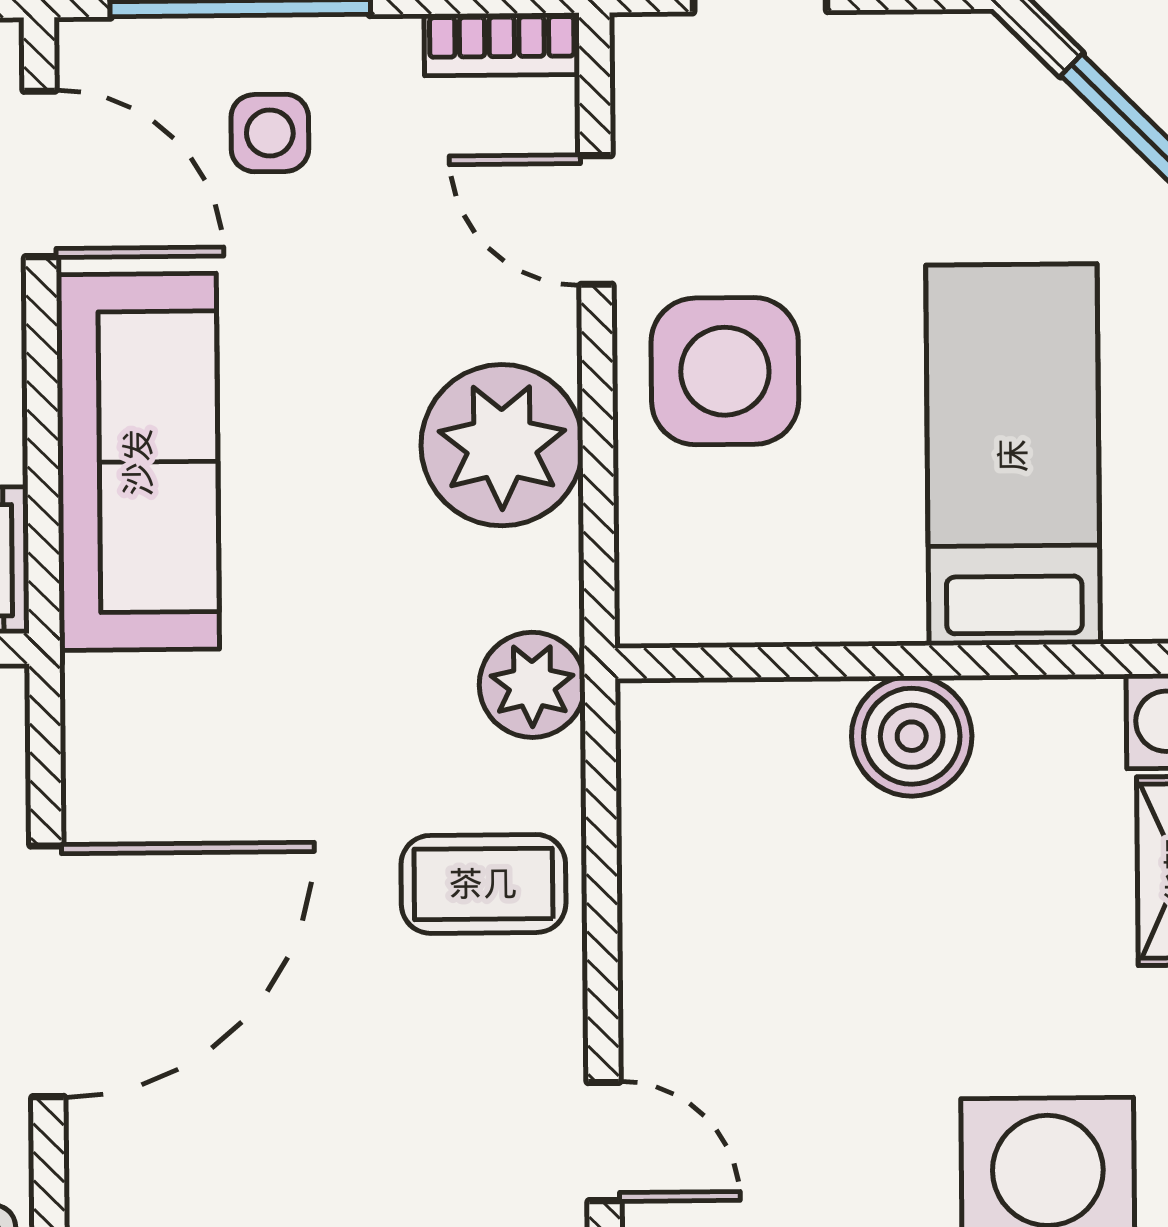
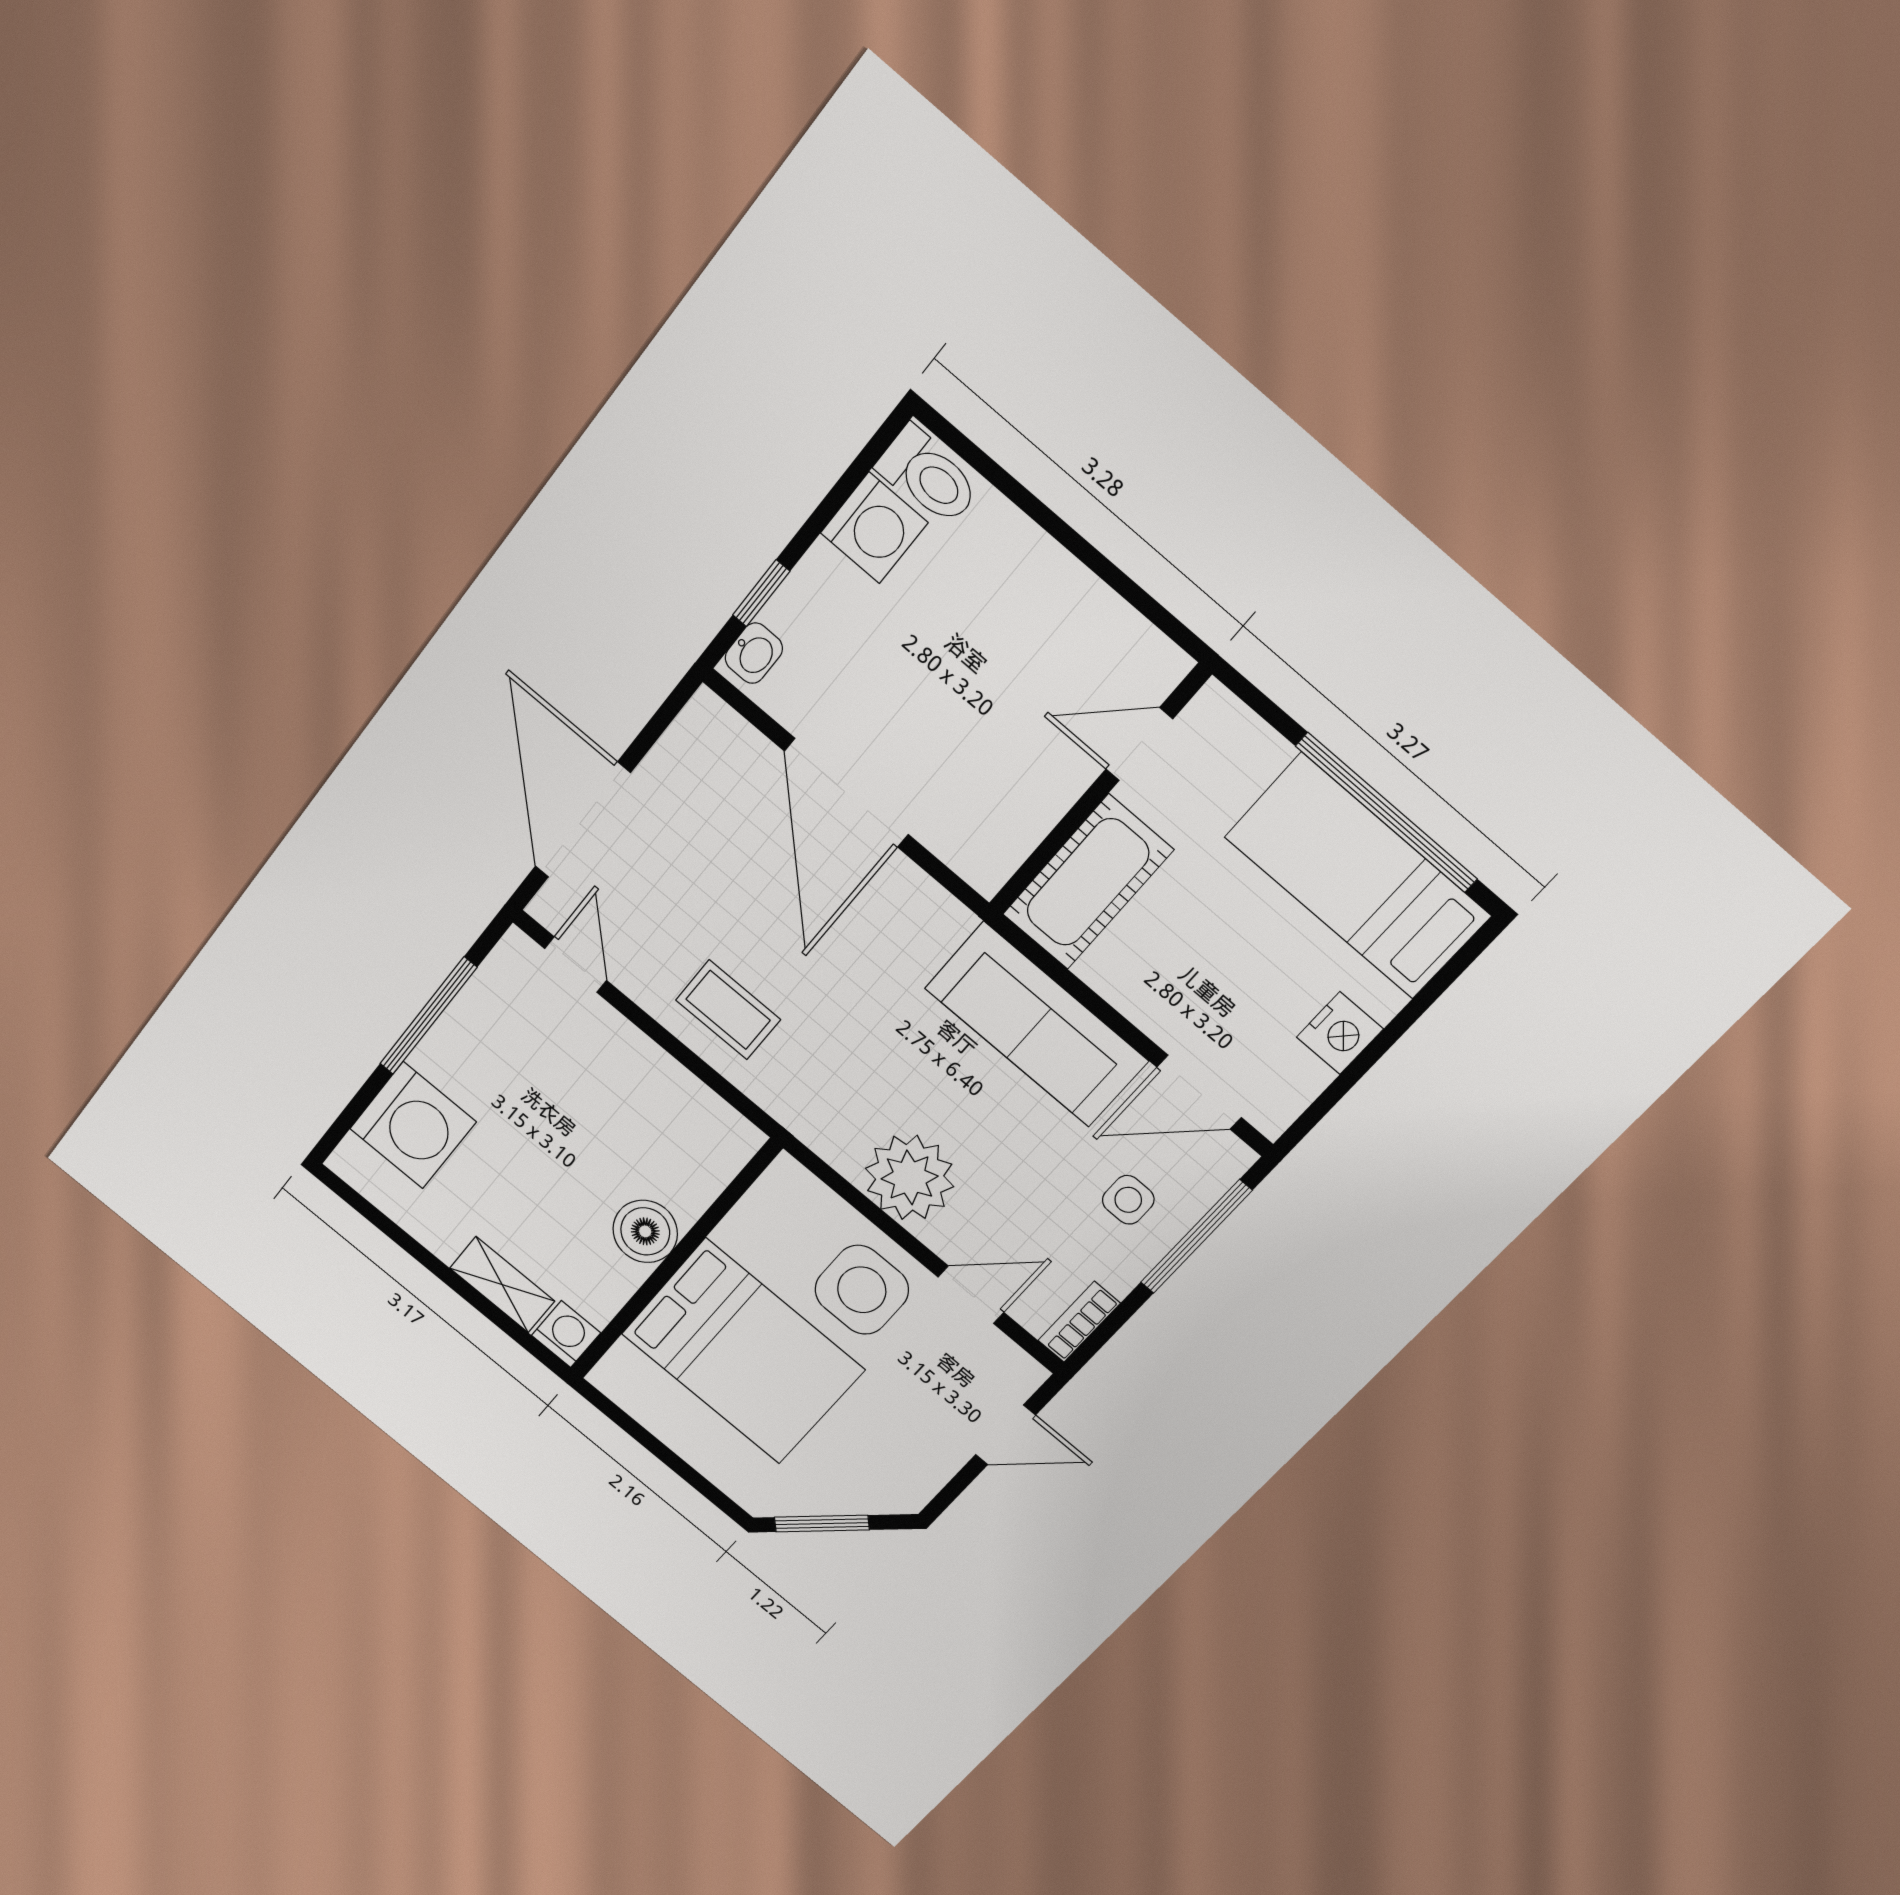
bed: (1013, 455) -> (743, 1352), width x1.50
plant: (532, 685) -> (797, 1102), removed
coffee table: (483, 884) -> (728, 1010), turned 90
door: (604, 1141) -> (576, 964), swing flipped

